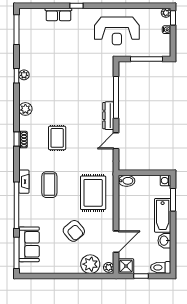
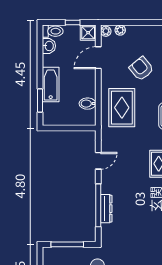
dresser: (108, 116) -> (106, 209), moved
bidet: (127, 181) -> (88, 104), moved
washing machine: (165, 181) -> (48, 120), removed
washbasin: (164, 241) -> (49, 46), moved
plant: (90, 264) -> (120, 30), width x0.53, depth x0.53

